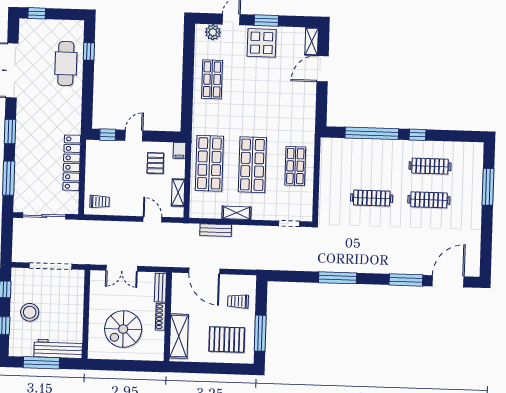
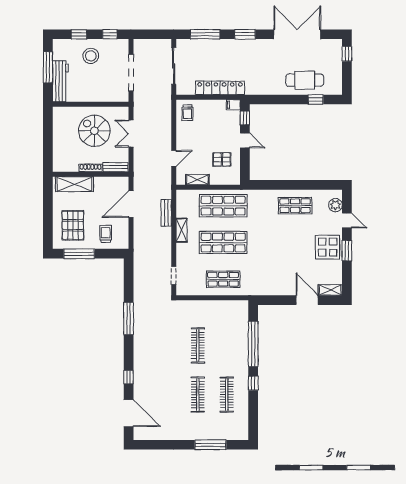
filing cabinet: (179, 151) -> (233, 105), moved
window: (406, 280) -> (129, 377), width x0.46
spiral stairs: (123, 329) -> (94, 131), moved

